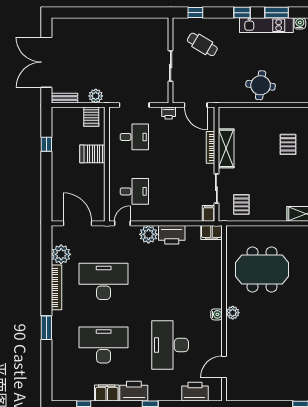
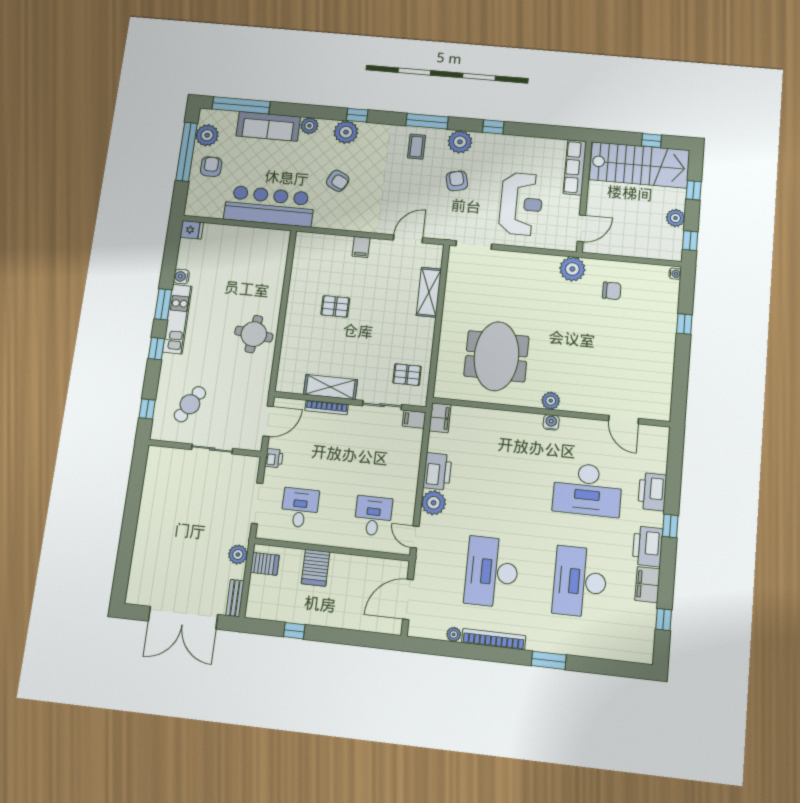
plant: (61, 254) -> (454, 634), width x0.53, depth x0.53
printer: (195, 392) -> (652, 492), moved

